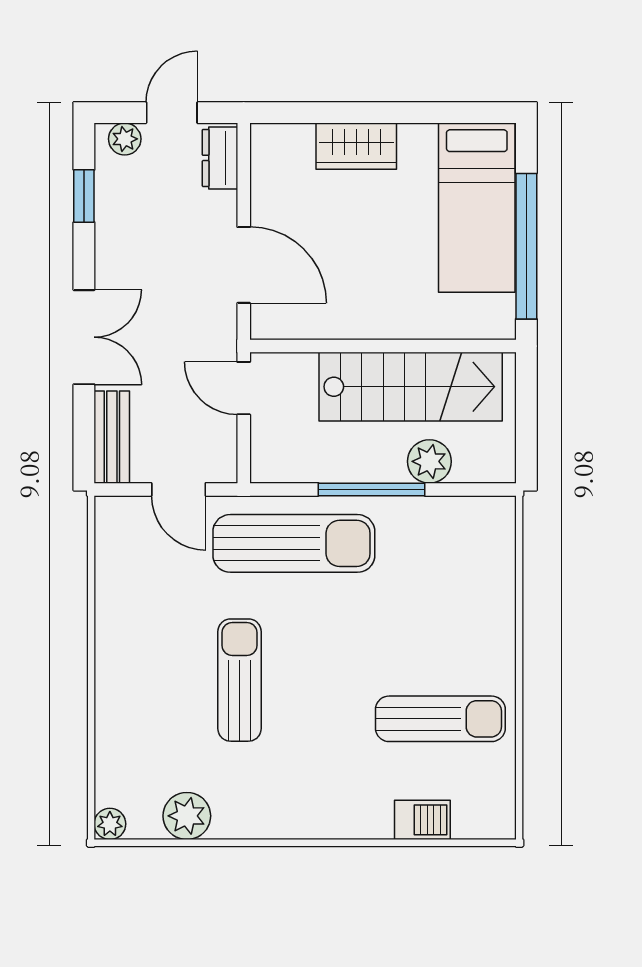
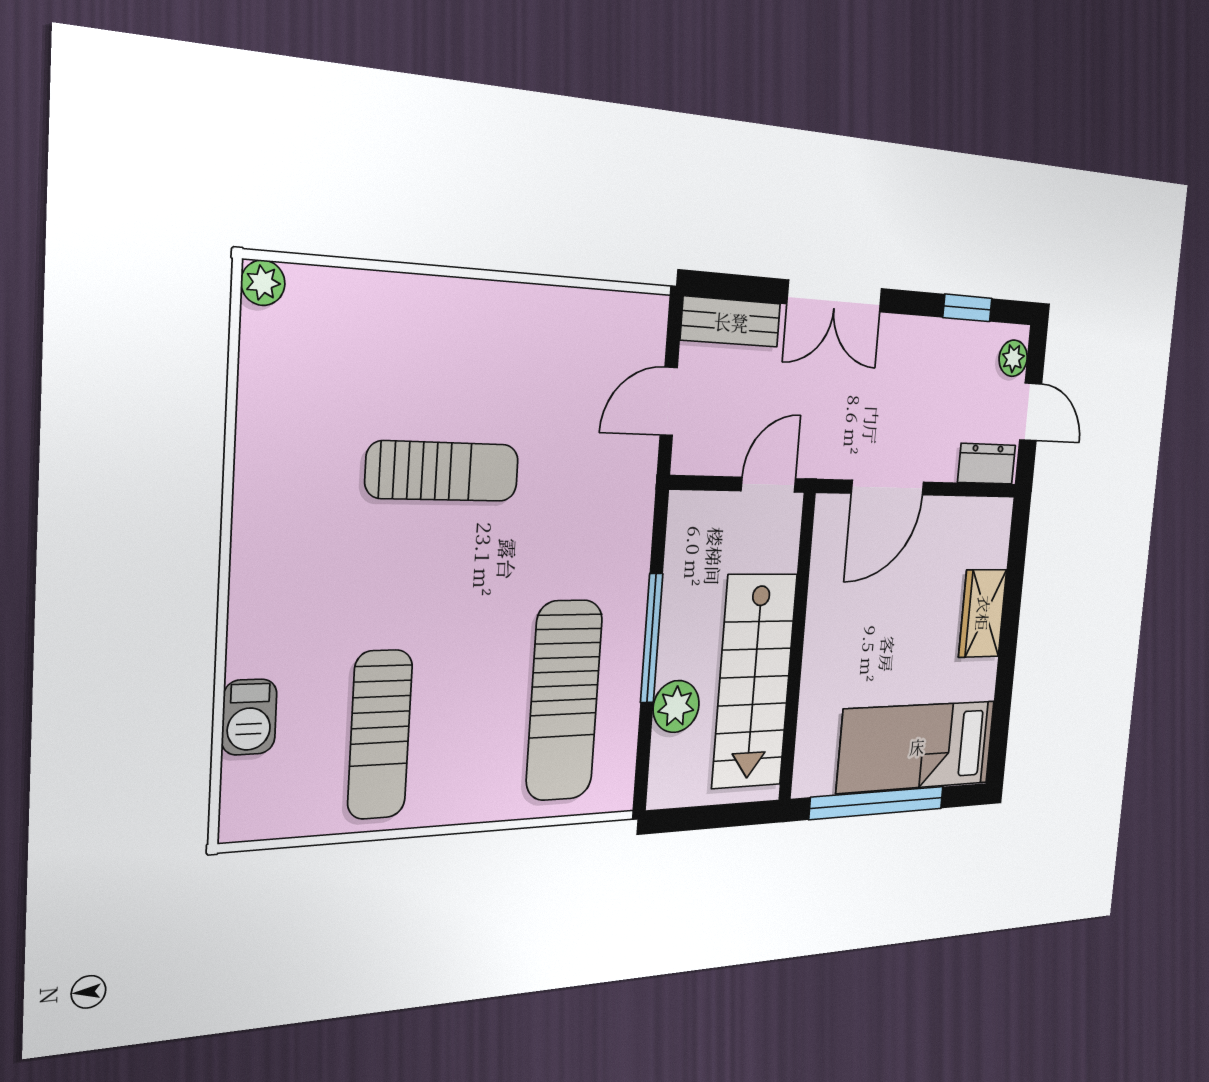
sun lounger: (294, 543) -> (564, 701), moved
plant: (187, 816) -> (269, 393), removed

